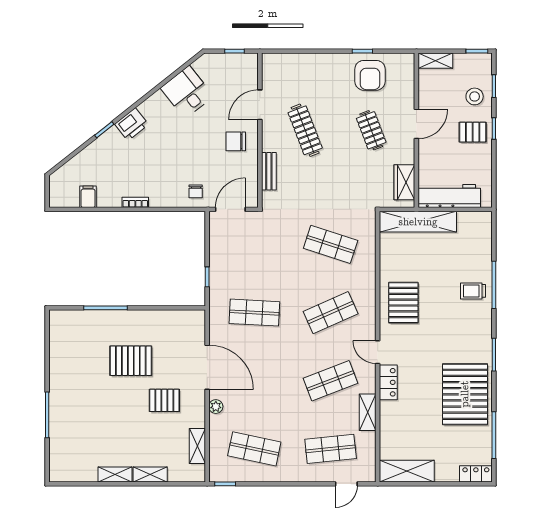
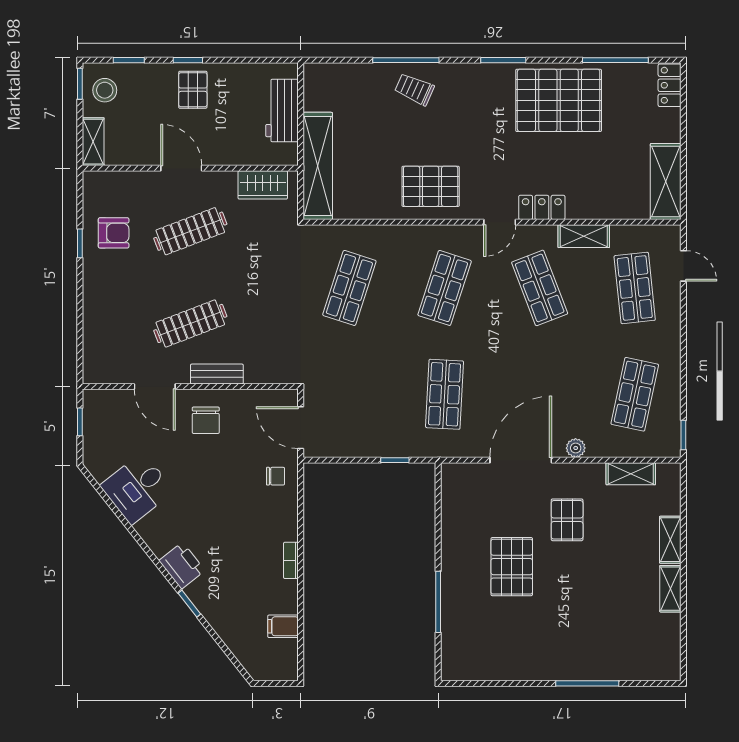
armchair: (370, 75) -> (114, 233), width x0.72, depth x0.72
stool: (475, 96) -> (105, 90), moved
clothes rail: (371, 130) -> (190, 231), width x1.36
bench: (269, 171) -> (217, 374), moved
workbench: (449, 196) -> (282, 110), width x0.73
trolley: (473, 291) -> (414, 89), turned 114
shop shelf: (331, 313) -> (445, 288), turned 42

